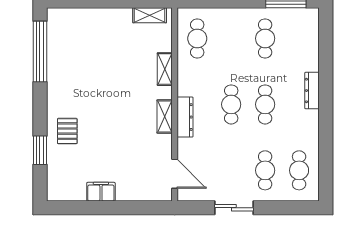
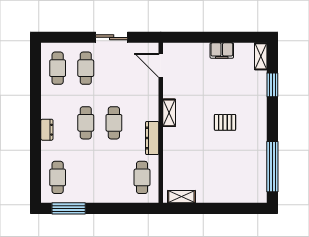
cafe table: (265, 38) -> (58, 177), moved
shelving: (165, 69) -> (261, 56), moved
dresser: (312, 91) -> (47, 130), width x0.70
dresser: (185, 117) -> (152, 138), moved
pallet: (67, 131) -> (225, 122), moved, turned 90

